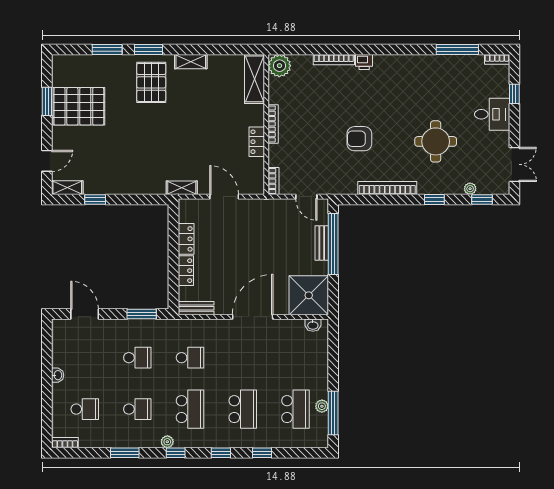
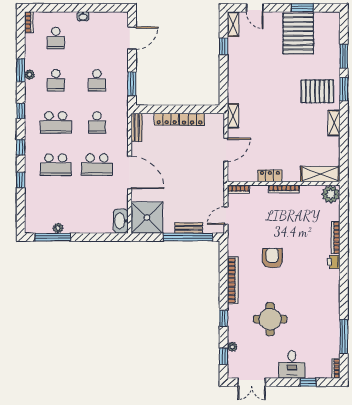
washbasin: (313, 325) -> (121, 221), width x1.91, depth x1.45
school desk: (295, 409) -> (97, 165), moved
plant: (167, 442) -> (30, 75), moved

